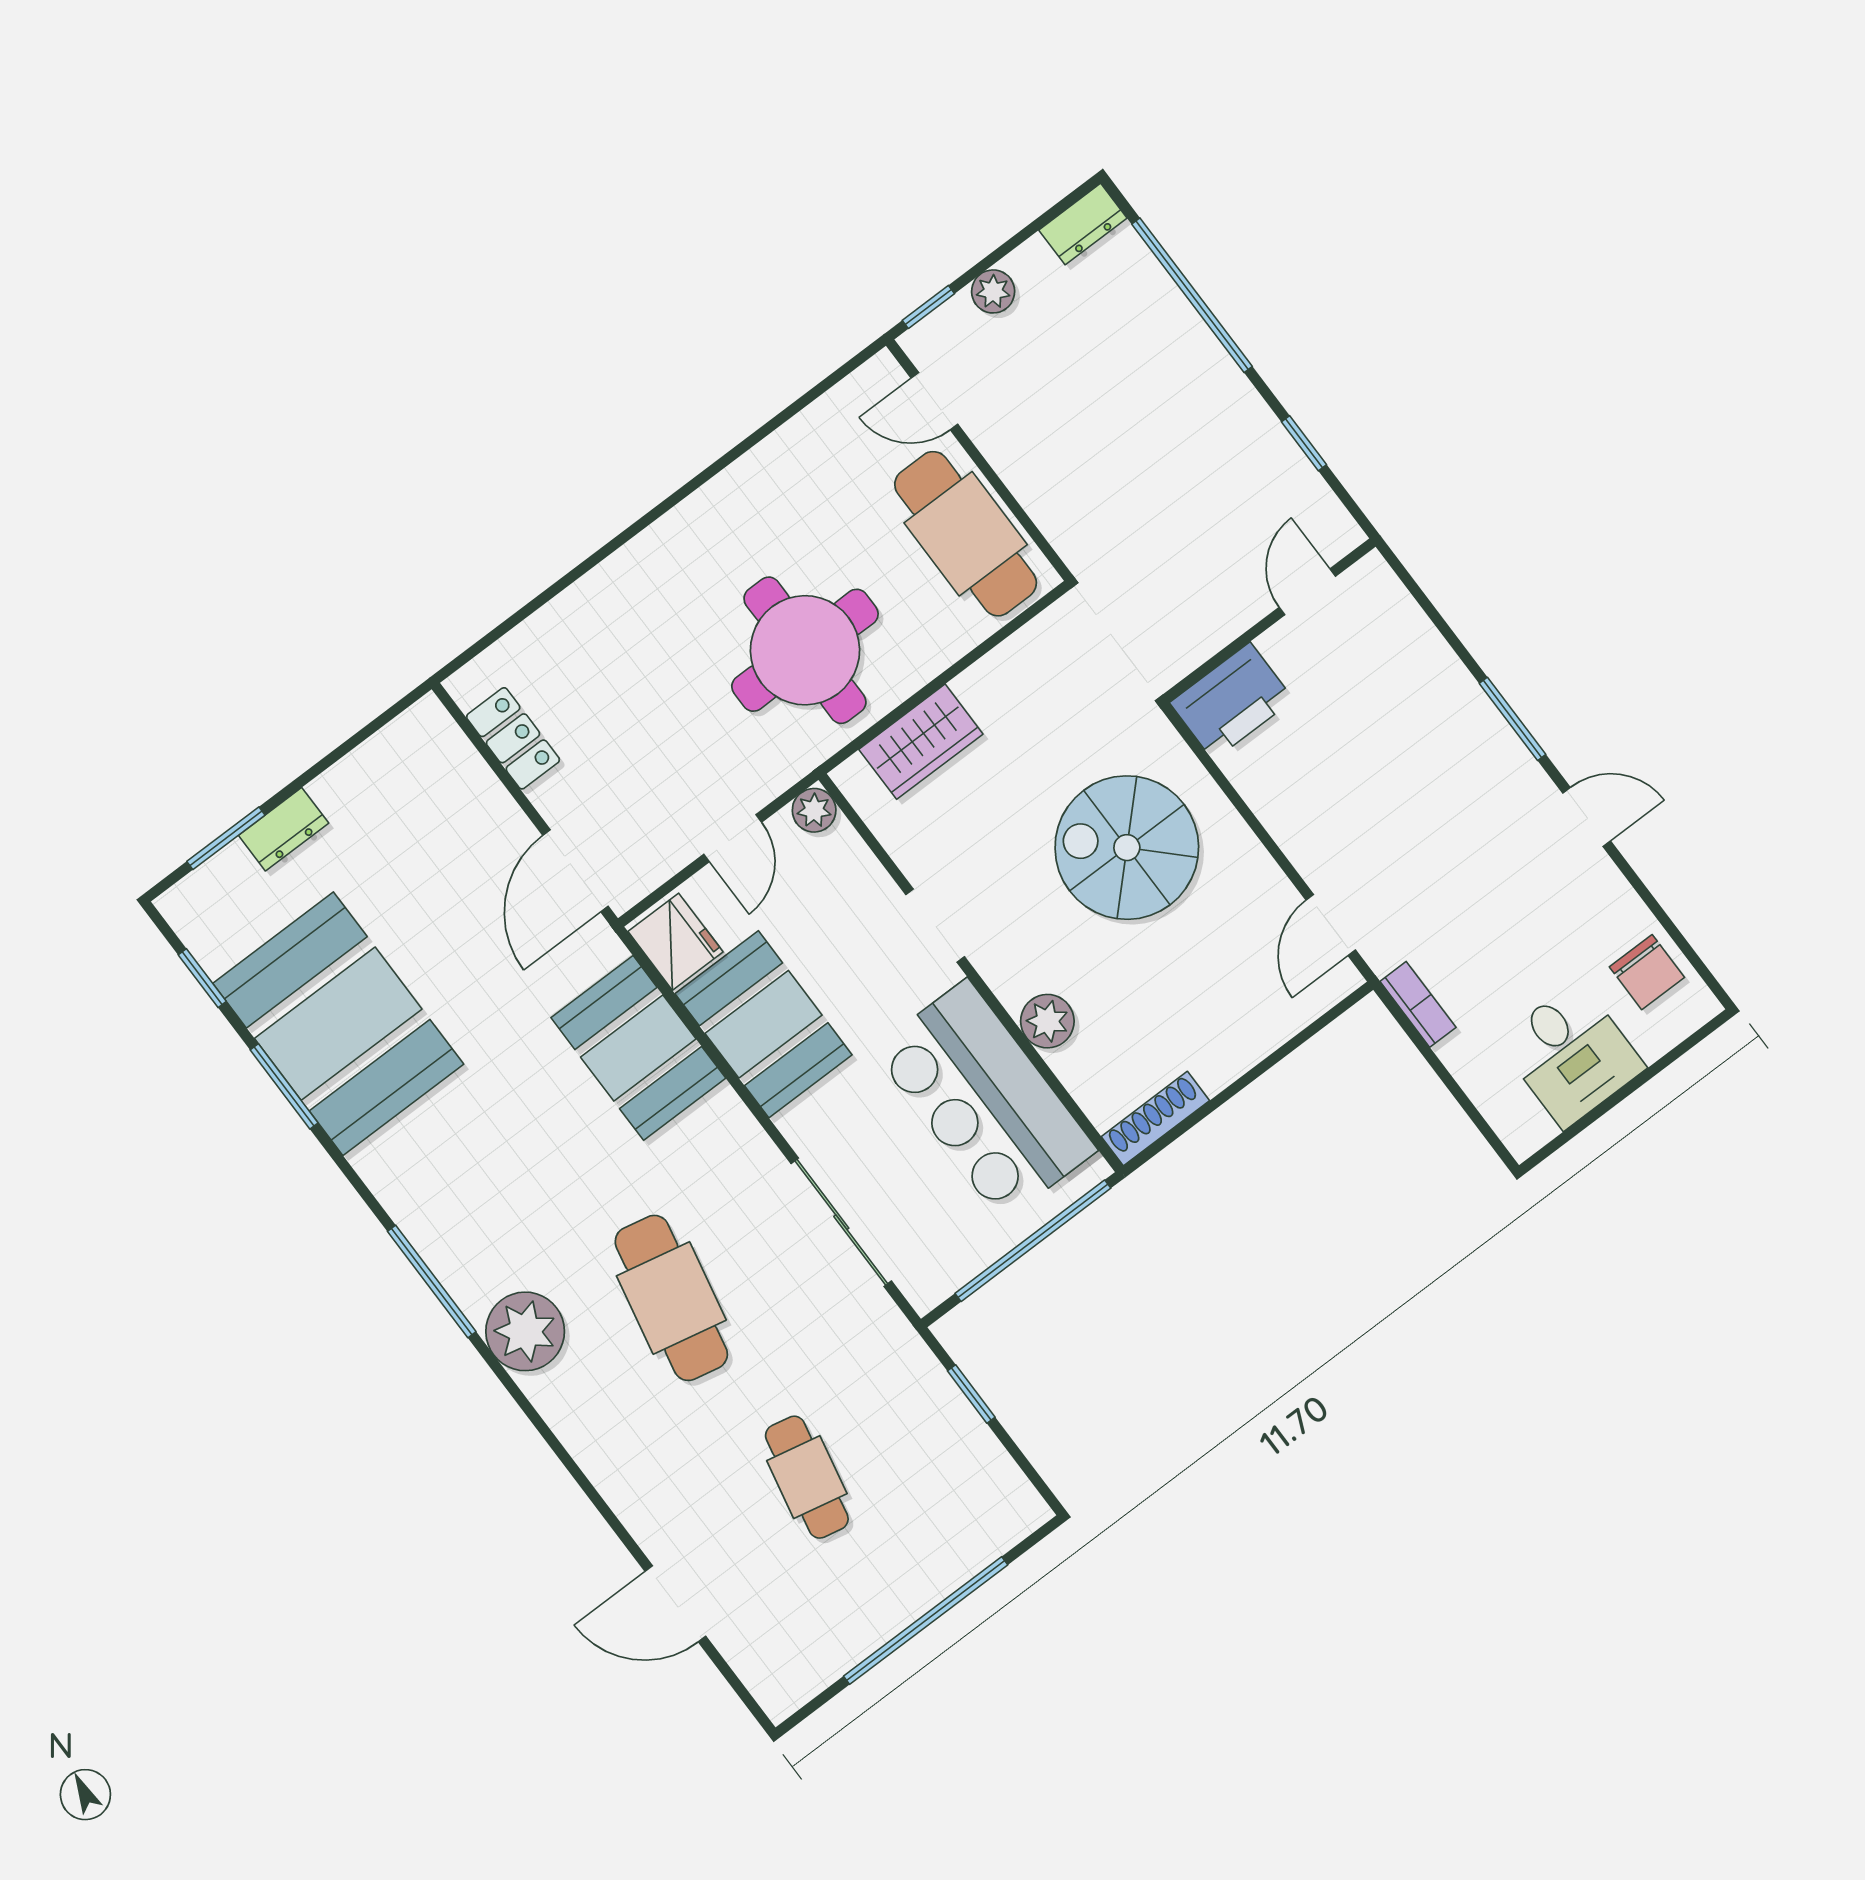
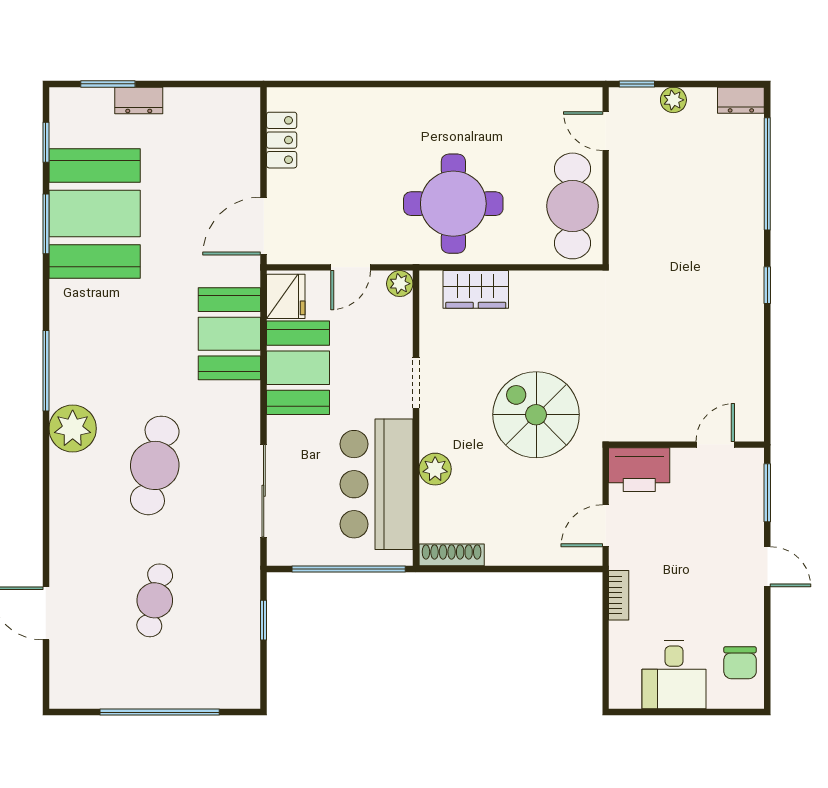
door: (1307, 592) -> (715, 445), moved
wall: (1269, 621) -> (686, 445), moved
printer: (1232, 701) -> (639, 470), moved

